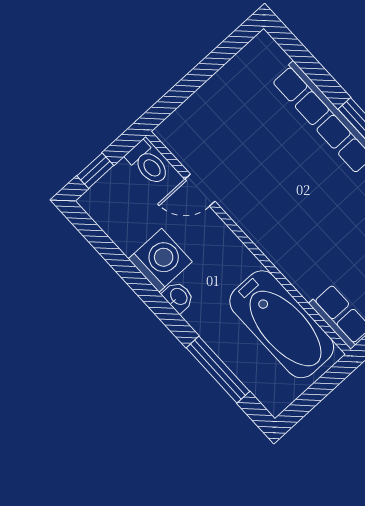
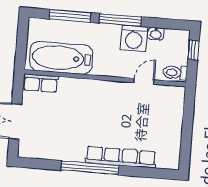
washbasin: (178, 297) -> (156, 34), moved
window: (156, 302) -> (120, 20), added

